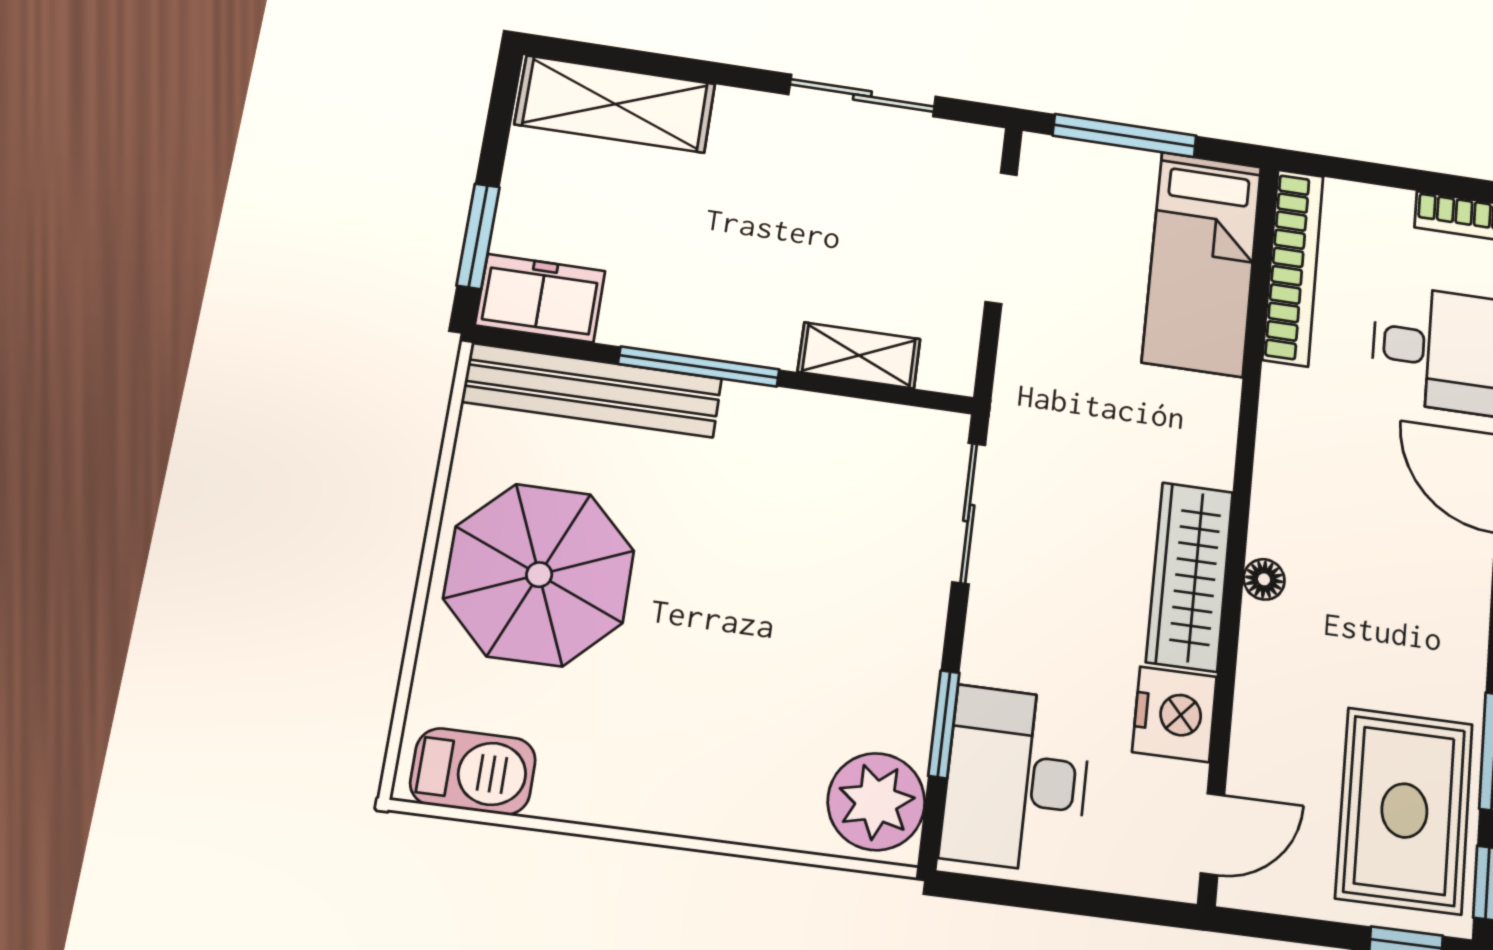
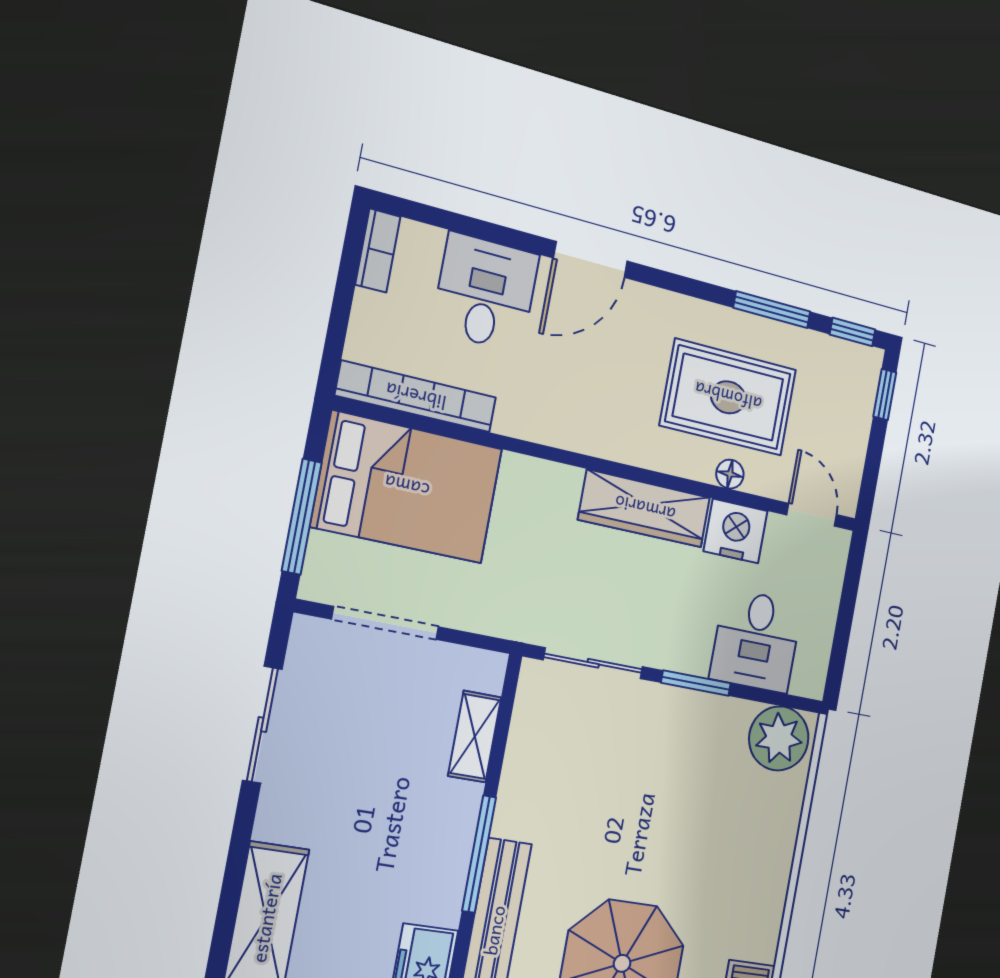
bed: (1202, 264) -> (407, 487), width x1.50
floor lamp: (1264, 579) -> (730, 474), moved
window: (944, 724) -> (696, 683), moved
desk: (1016, 779) -> (756, 641), width x0.73
rug: (1404, 810) -> (728, 397), moved

